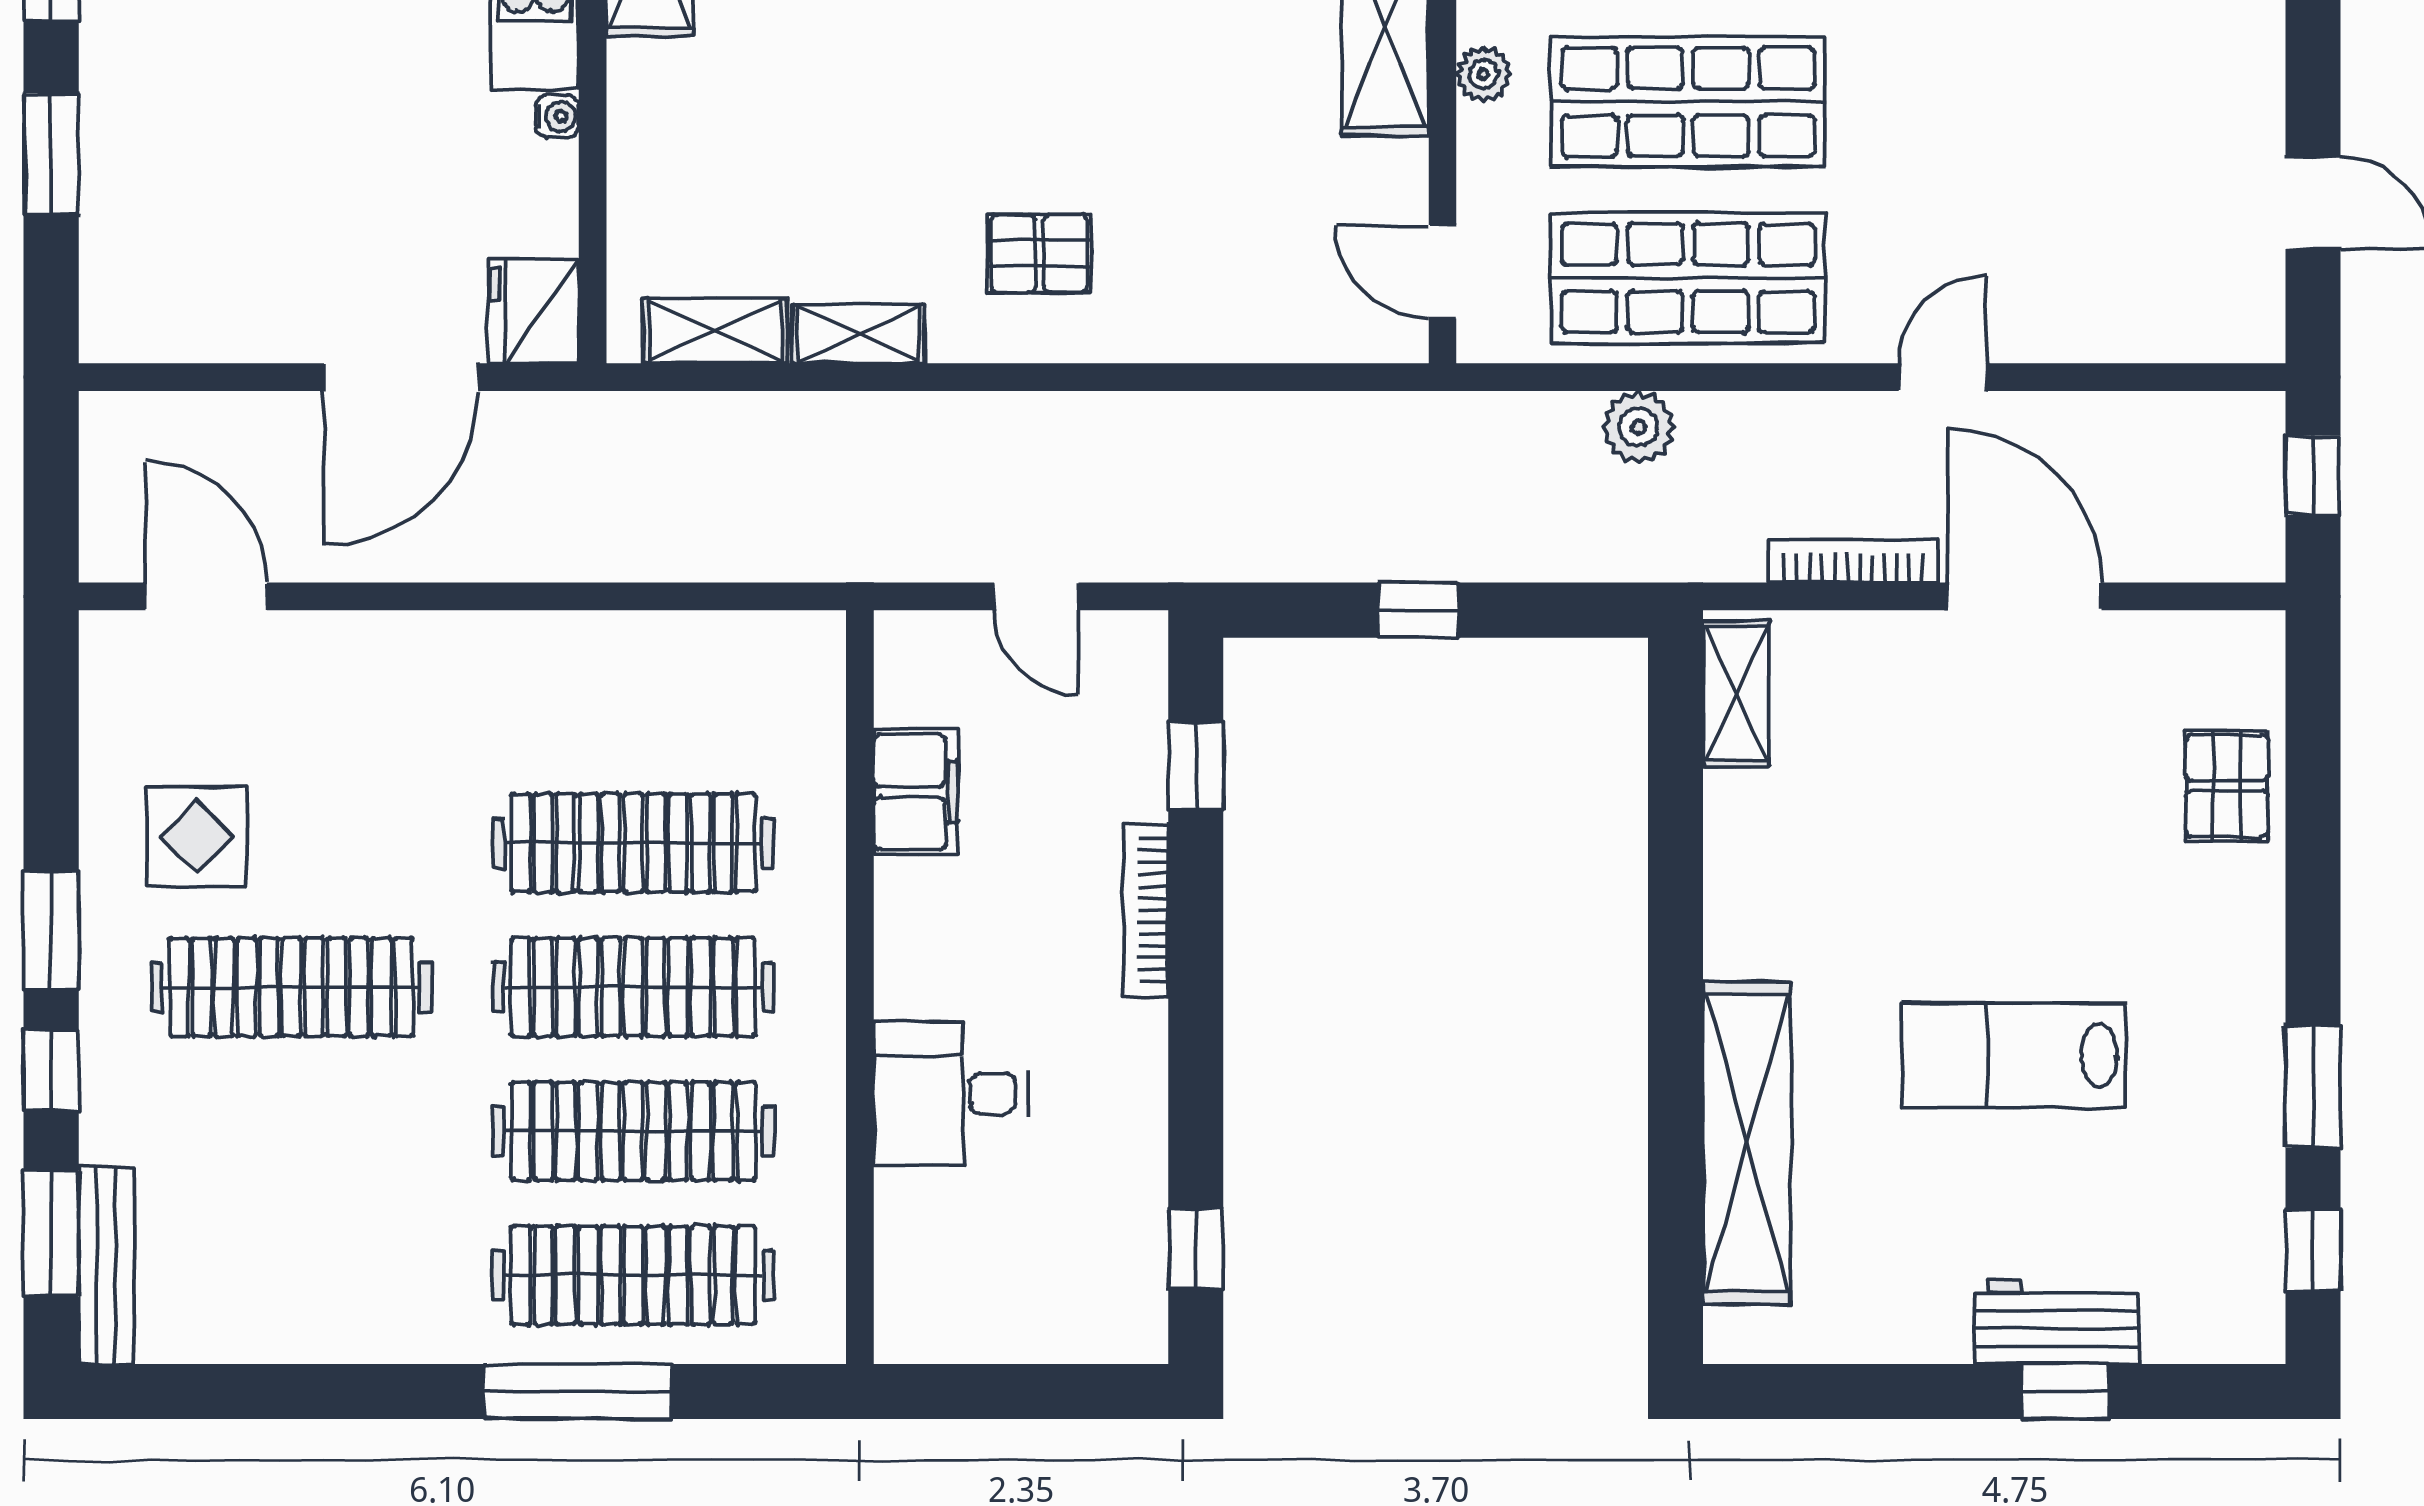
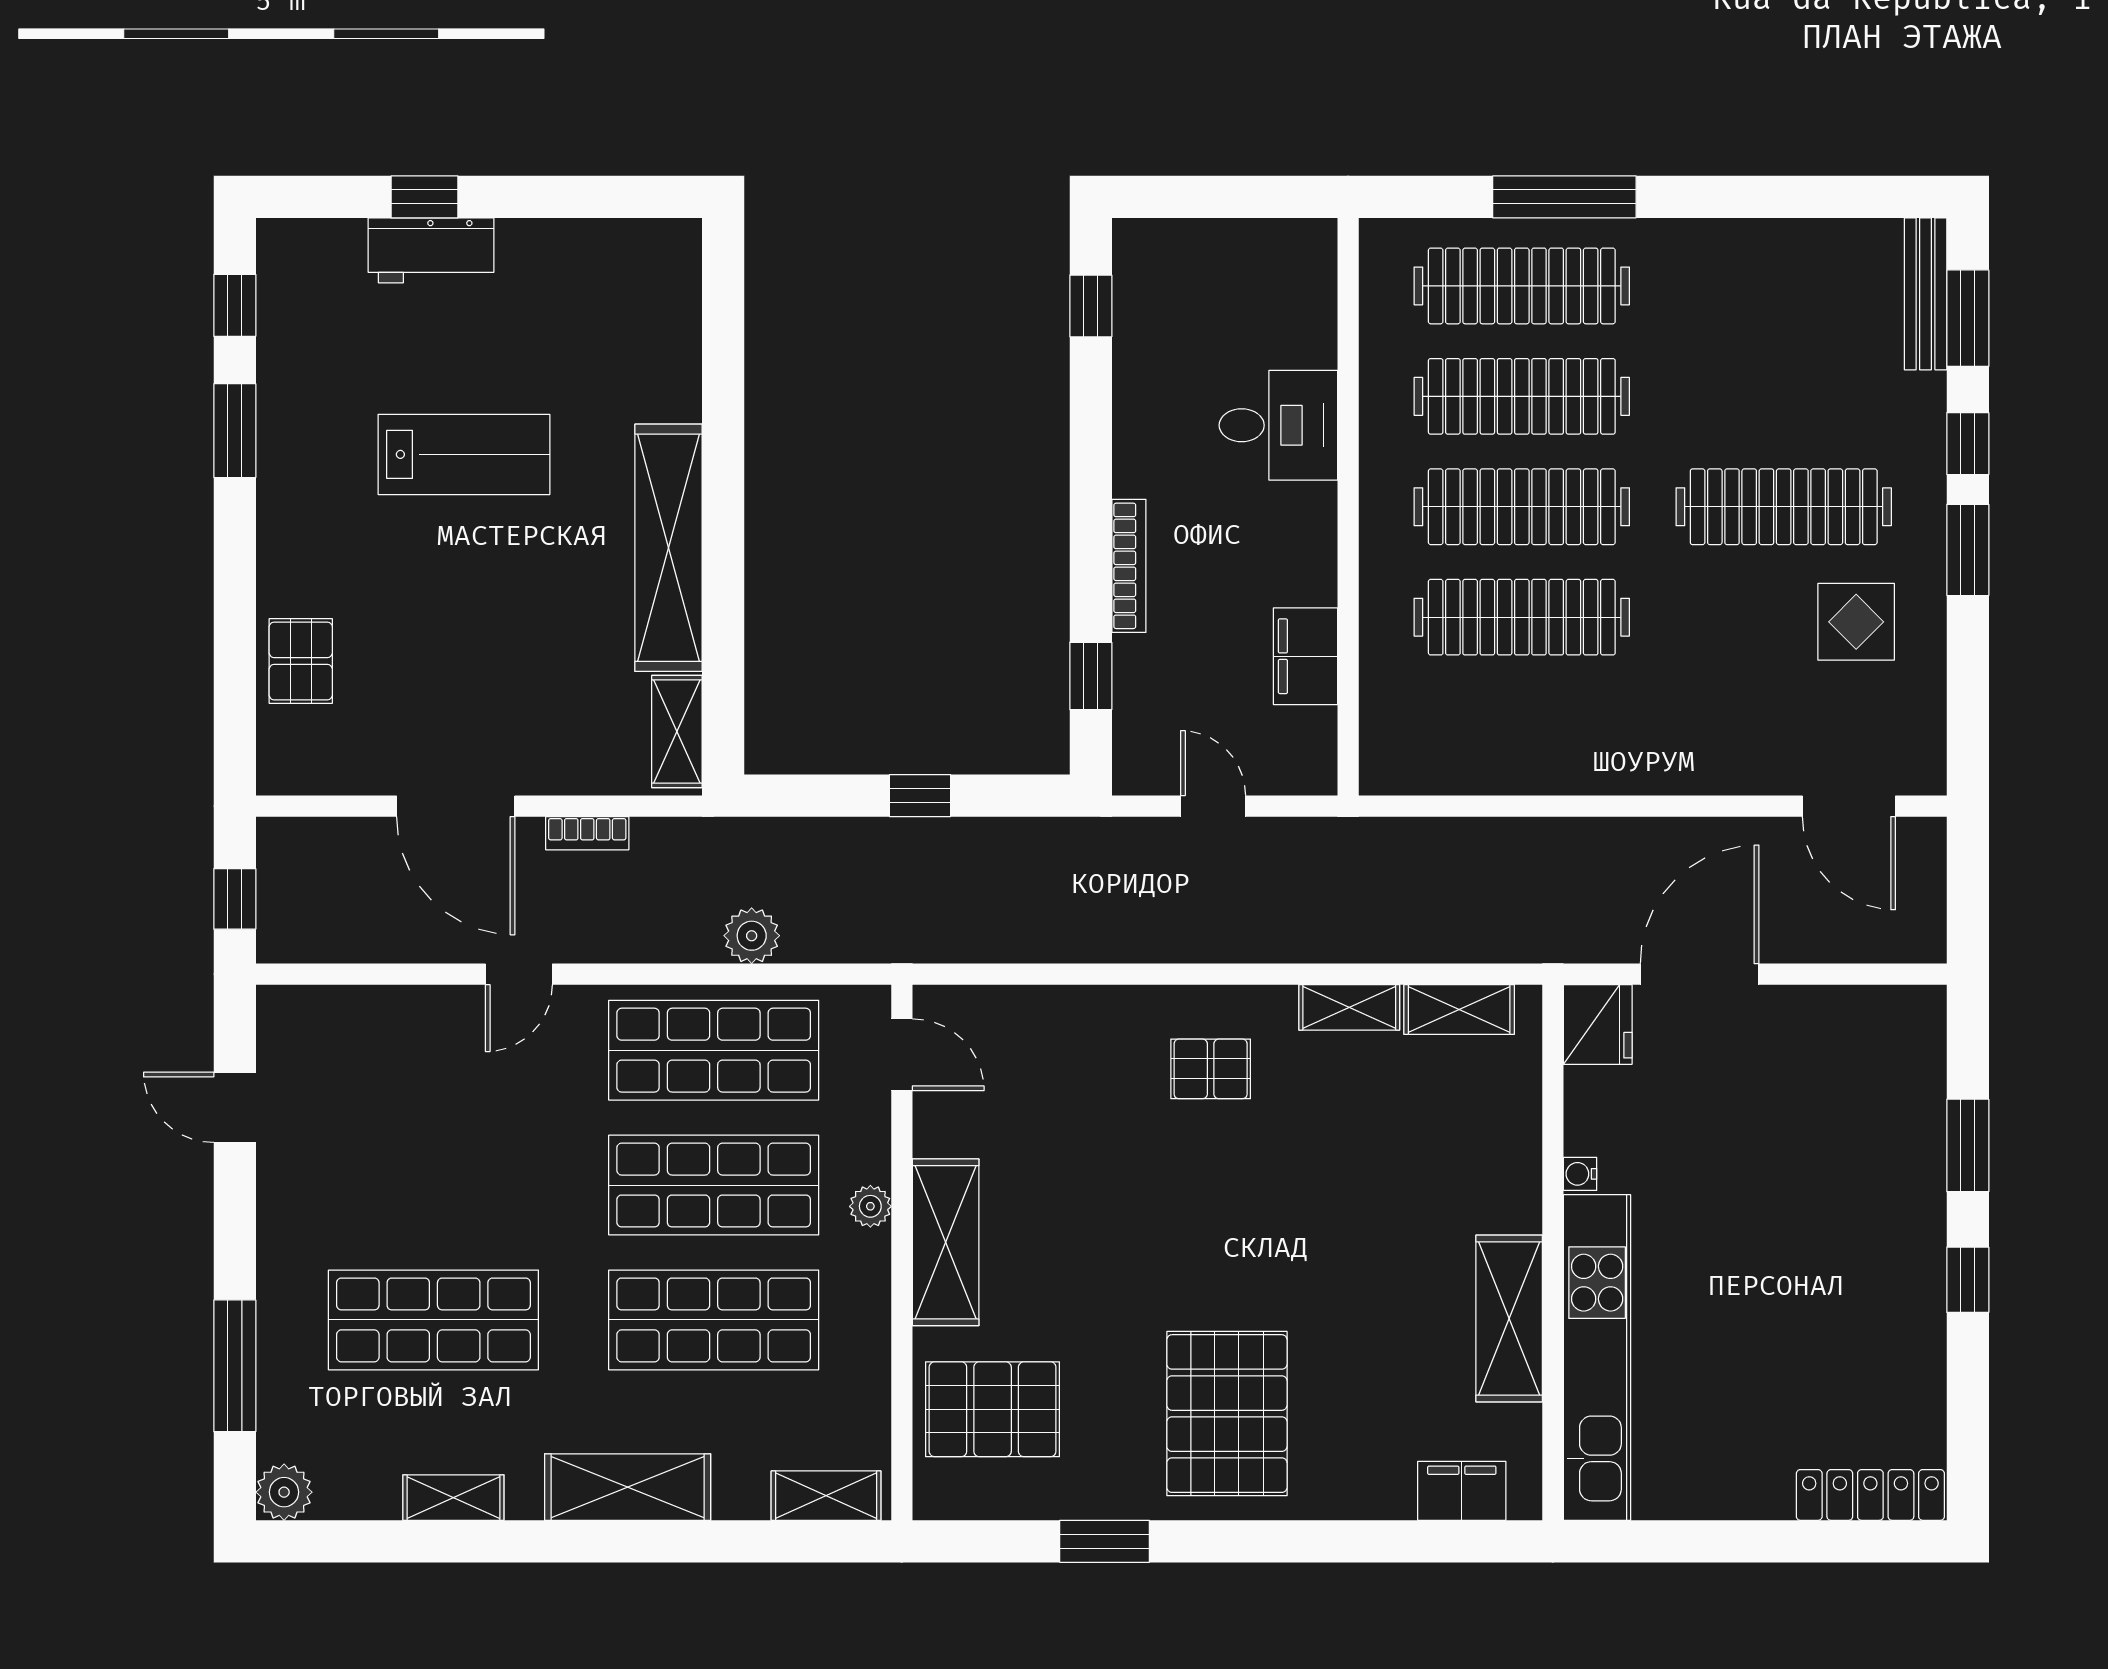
bookcase: (1853, 561) -> (587, 833), width x0.64
shelving: (1747, 1143) -> (669, 548), moved

